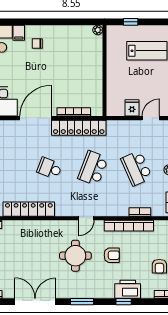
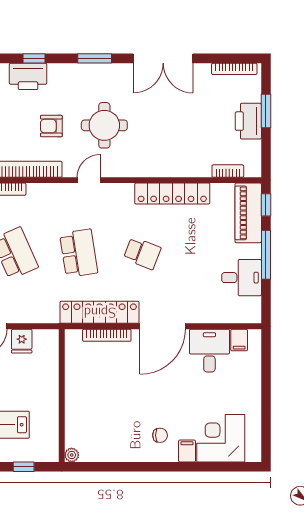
school desk: (93, 168) -> (79, 253), turned -30

